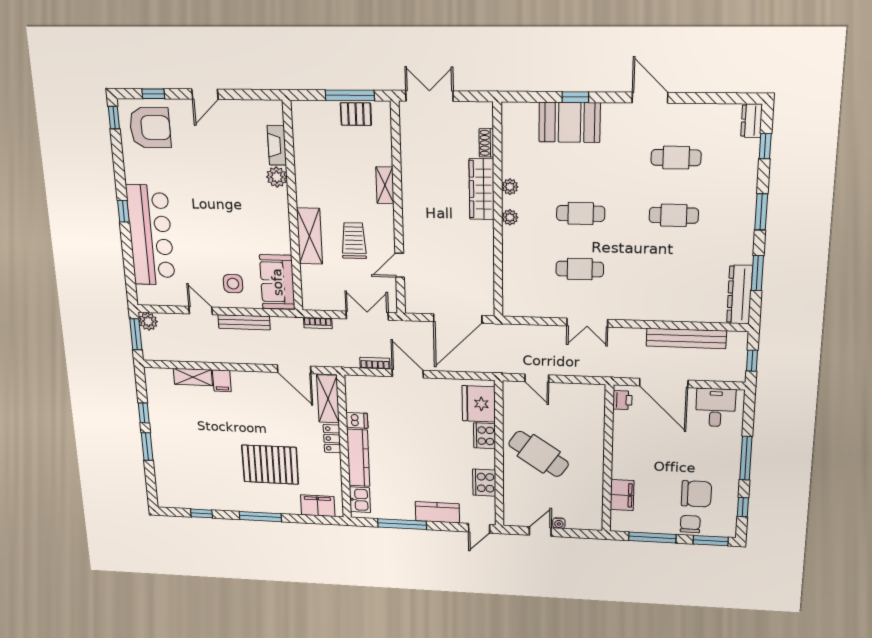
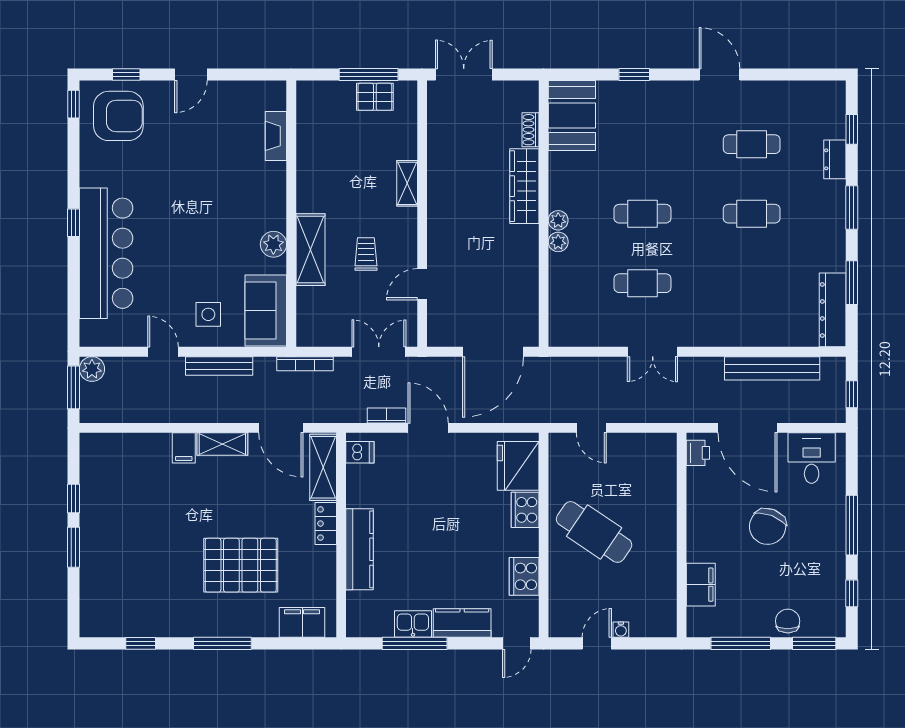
dresser: (752, 121) -> (835, 159), moved
booth: (570, 122) -> (572, 116), moved, turned 90
plant: (277, 177) -> (273, 244), moved
plant: (510, 187) -> (558, 242), moved
trolley: (354, 241) -> (366, 254), width x0.73, depth x0.72
bookcase: (318, 323) -> (305, 364), width x1.56
shelving: (193, 377) -> (222, 444), moved
dishwasher: (357, 420) -> (360, 452), moved
chair: (696, 494) -> (768, 526), moved, turned 111
kitchen sink: (360, 500) -> (413, 624), moved, turned -90

